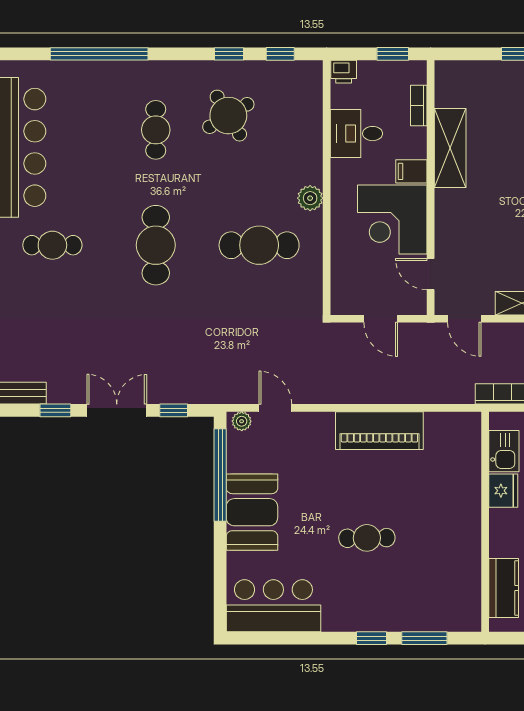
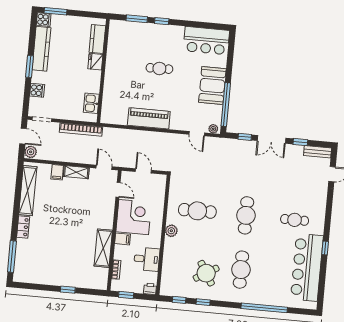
cafe table: (156, 130) -> (241, 270), width x1.37, depth x1.35
fridge: (503, 491) -> (95, 62), moved

